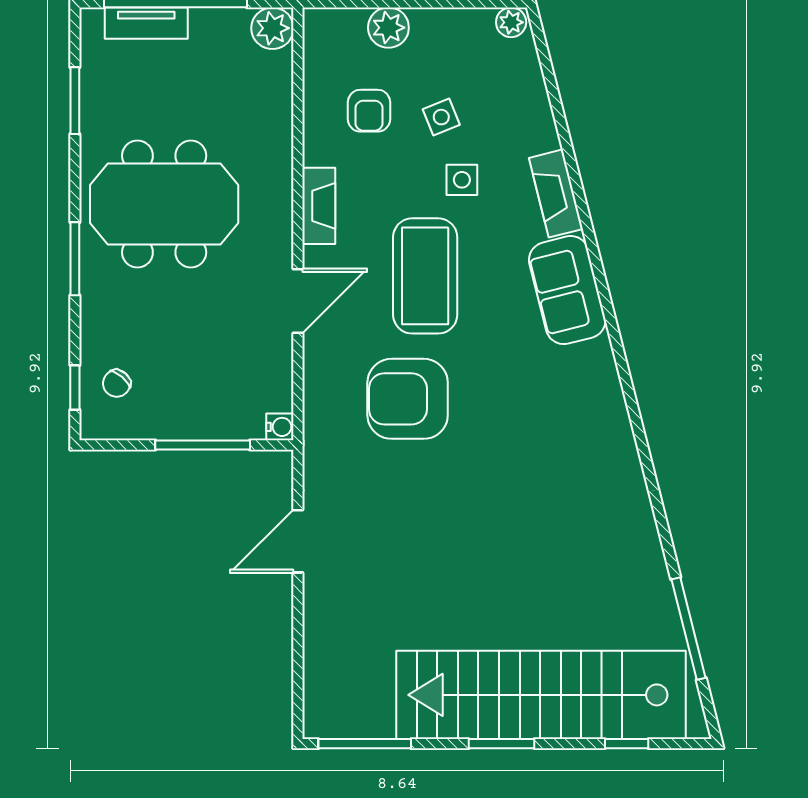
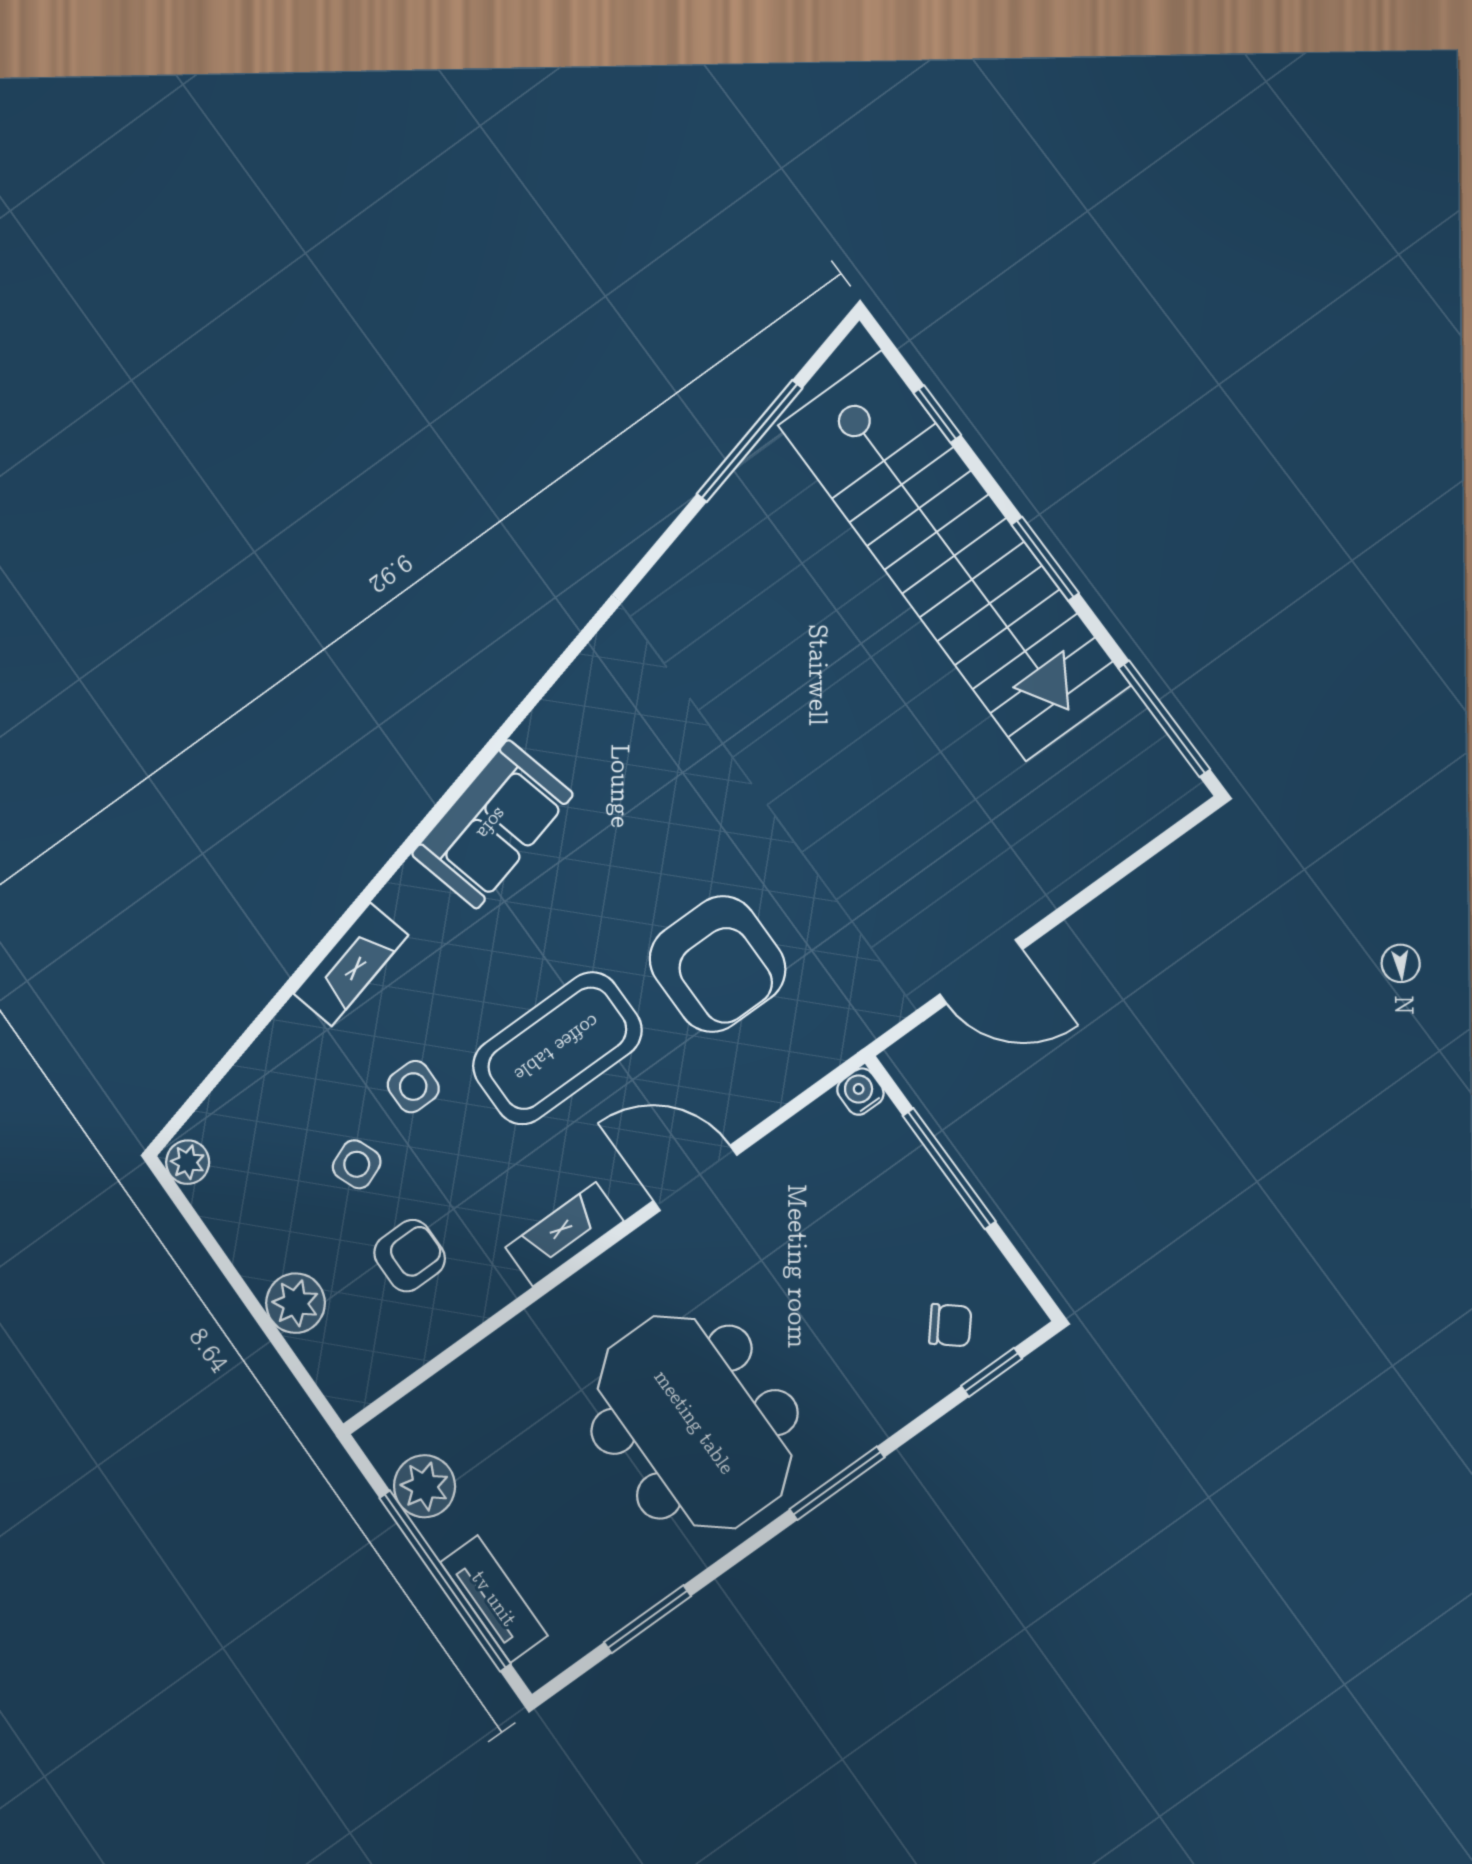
plant: (272, 28) -> (425, 1486), moved
sofa: (567, 290) -> (492, 824), moved

